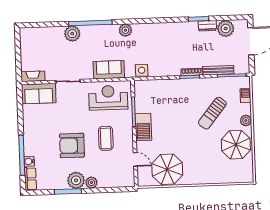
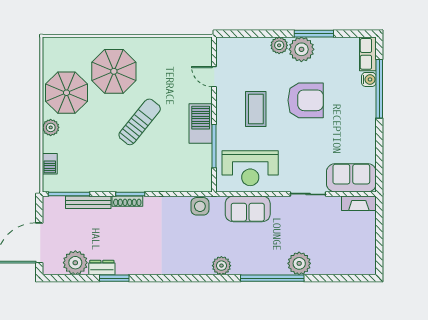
sun lounger: (212, 113) -> (140, 122), moved
parasol: (167, 169) -> (114, 71), moved

